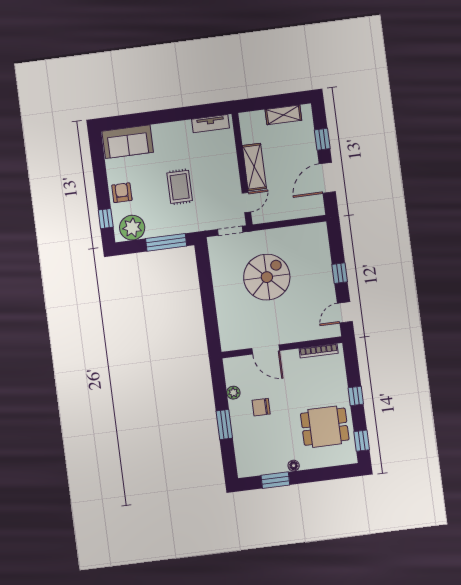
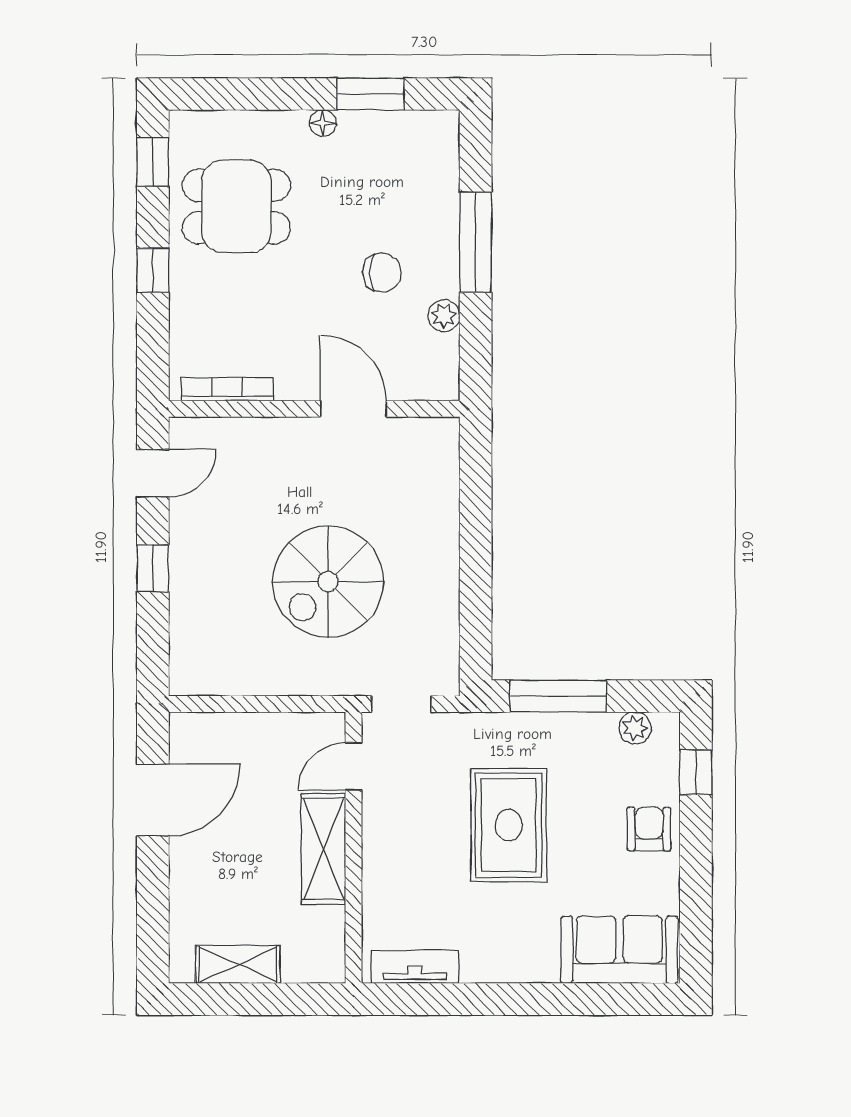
window: (322, 139) -> (153, 894), removed
rug: (180, 187) -> (509, 825), width x1.36, depth x1.43
armchair: (122, 193) -> (649, 829), turned 180
plant: (132, 228) -> (635, 728), width x0.53, depth x0.53
window: (224, 424) -> (476, 242), width x1.44

